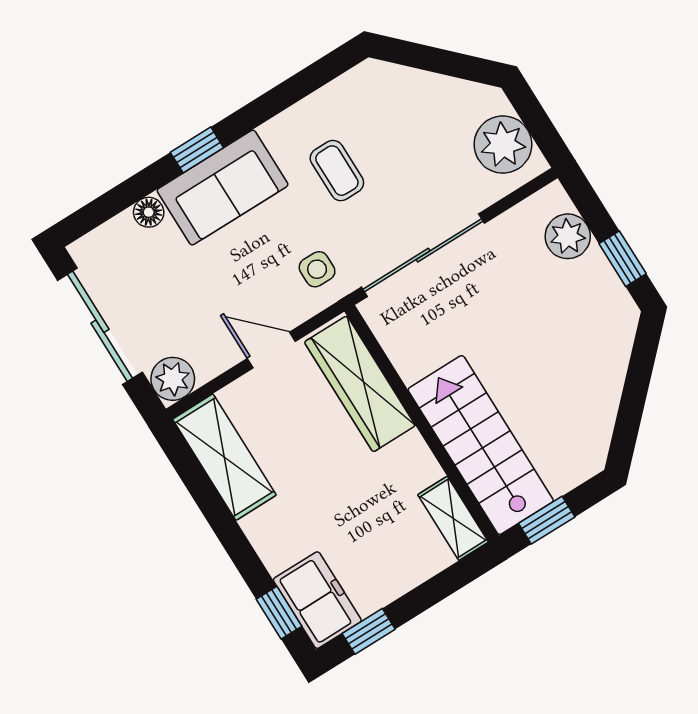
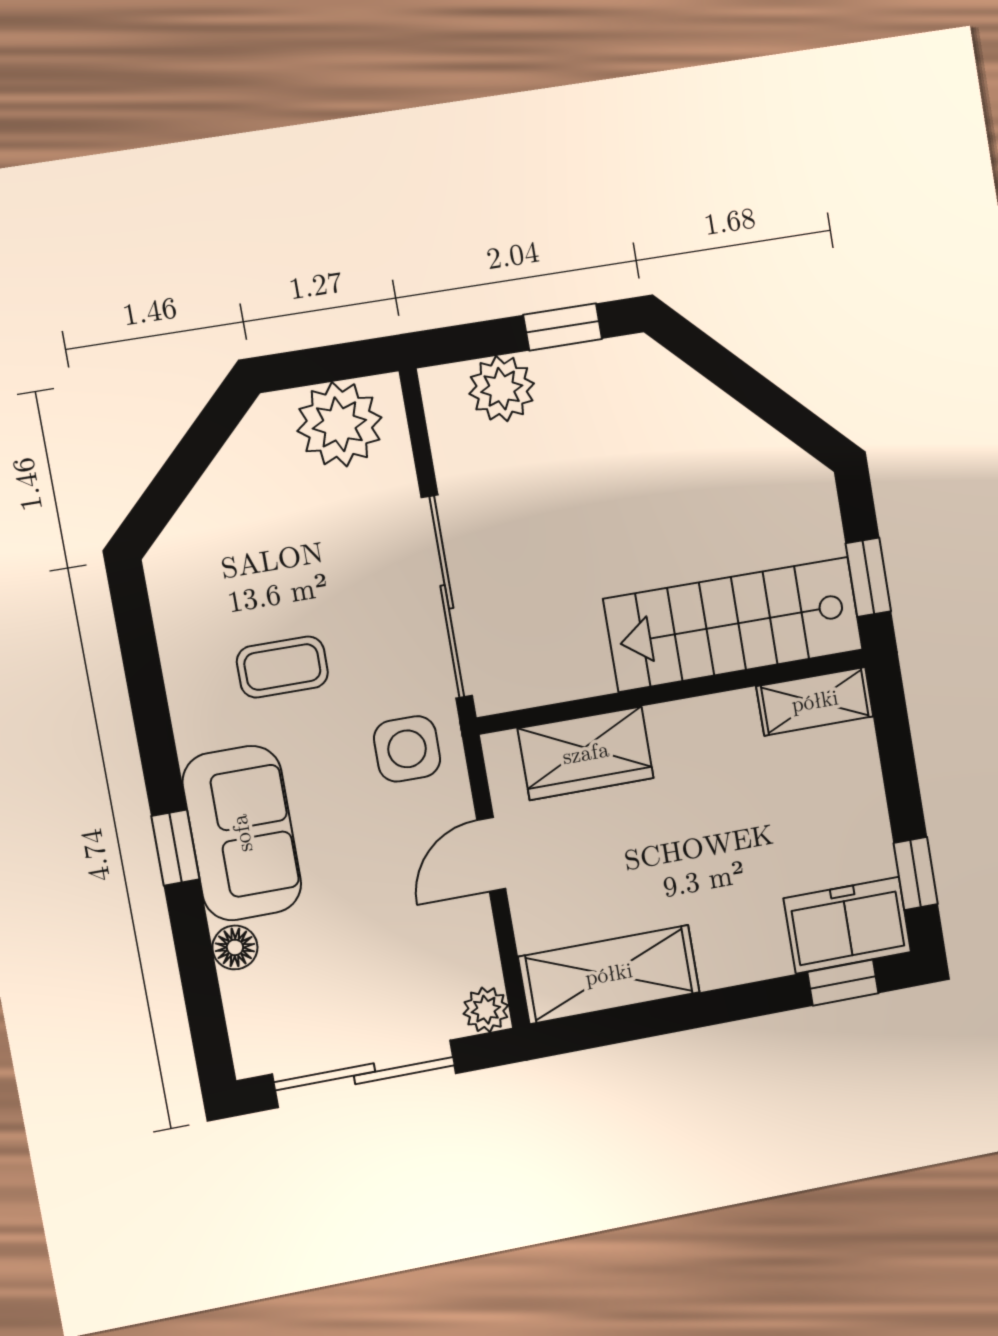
side table: (317, 269) -> (407, 749), width x1.37, depth x1.37
plant: (173, 379) -> (486, 1010), width x0.73, depth x0.73
wardrobe: (360, 384) -> (586, 753), width x0.67

